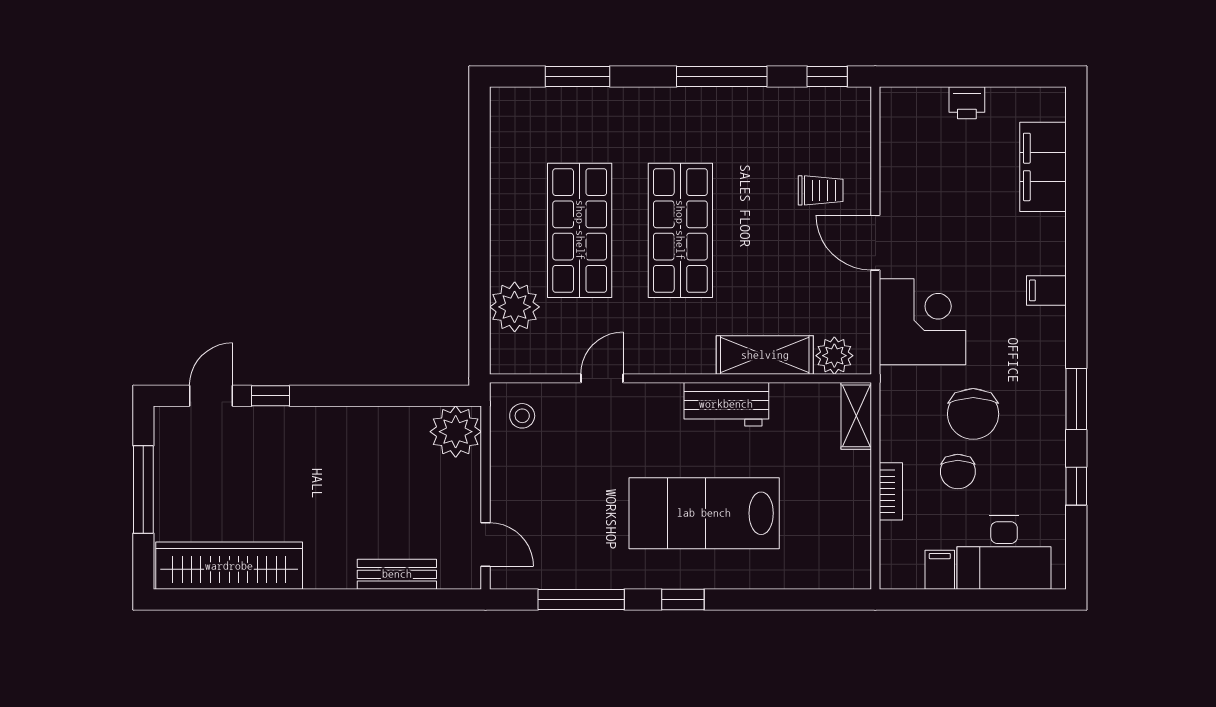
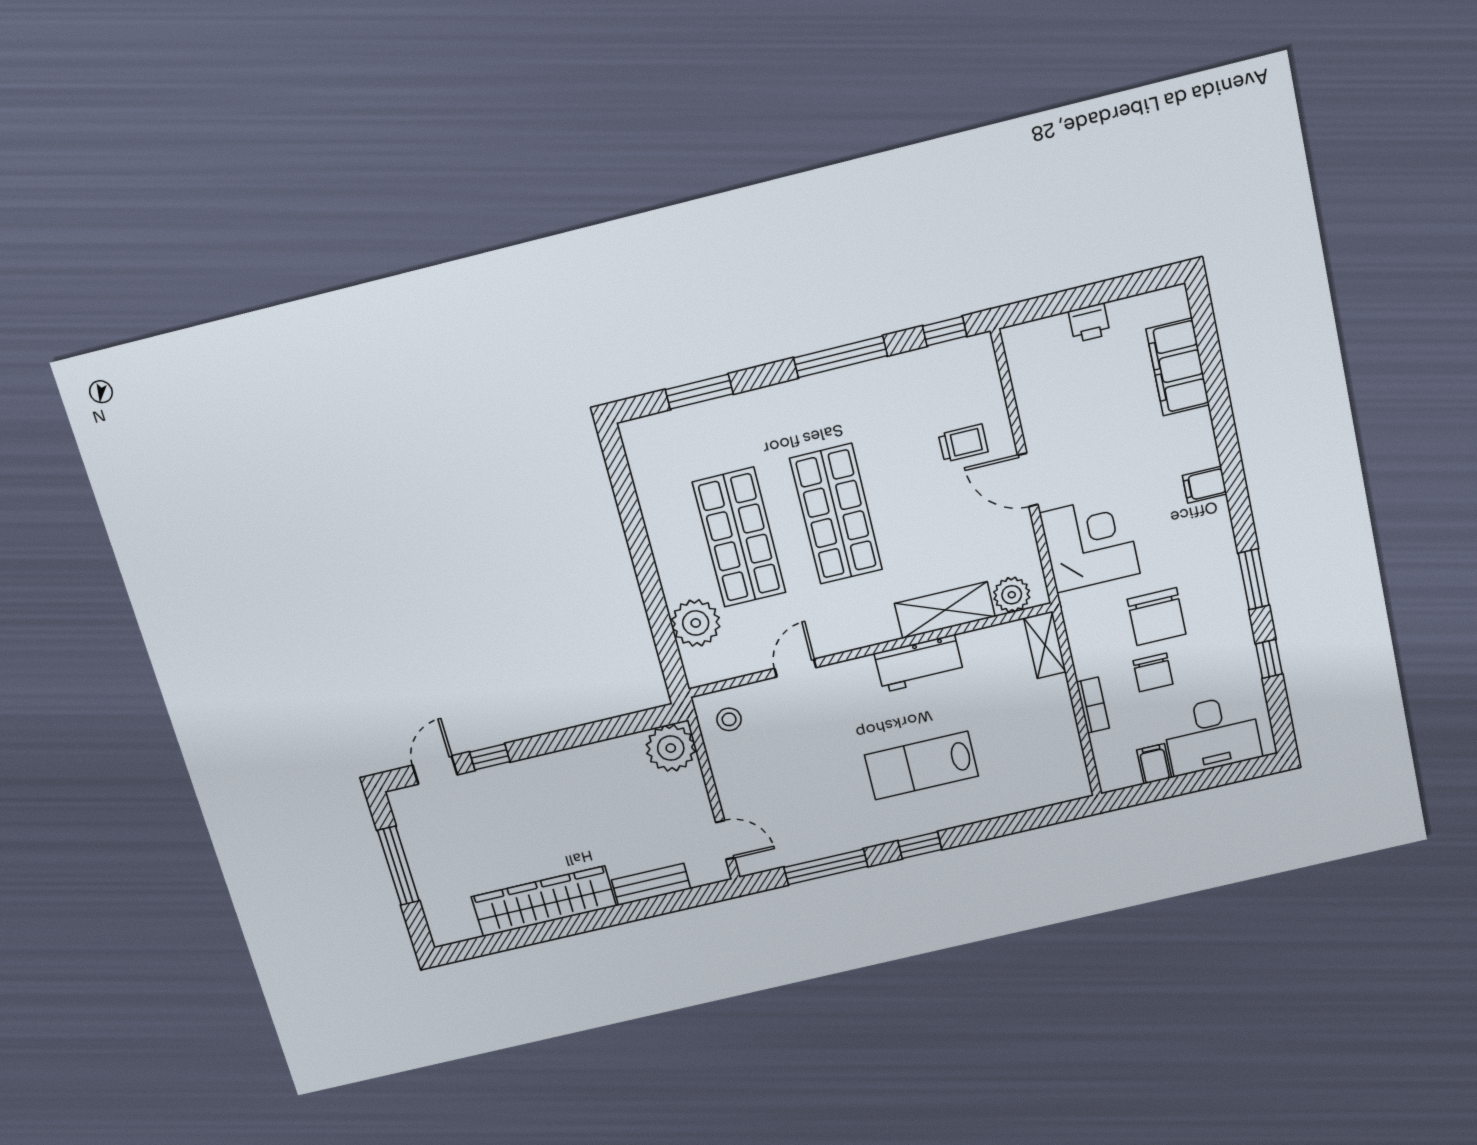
lab bench: (704, 513) -> (921, 766), width x0.73, depth x0.72
wardrobe: (229, 566) -> (544, 901), moved

